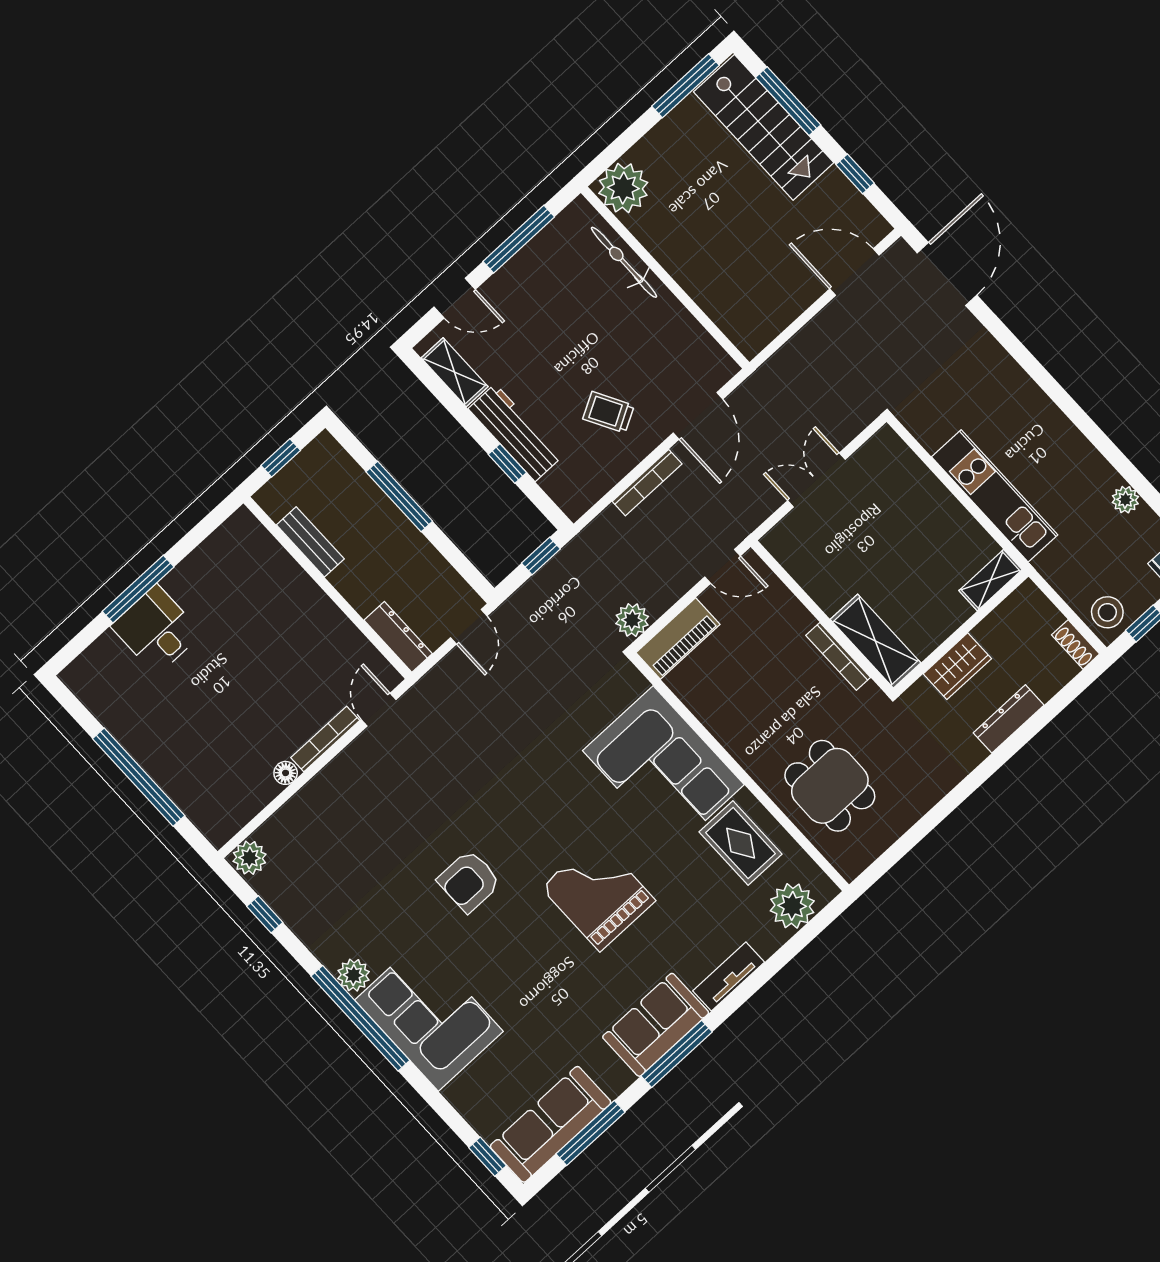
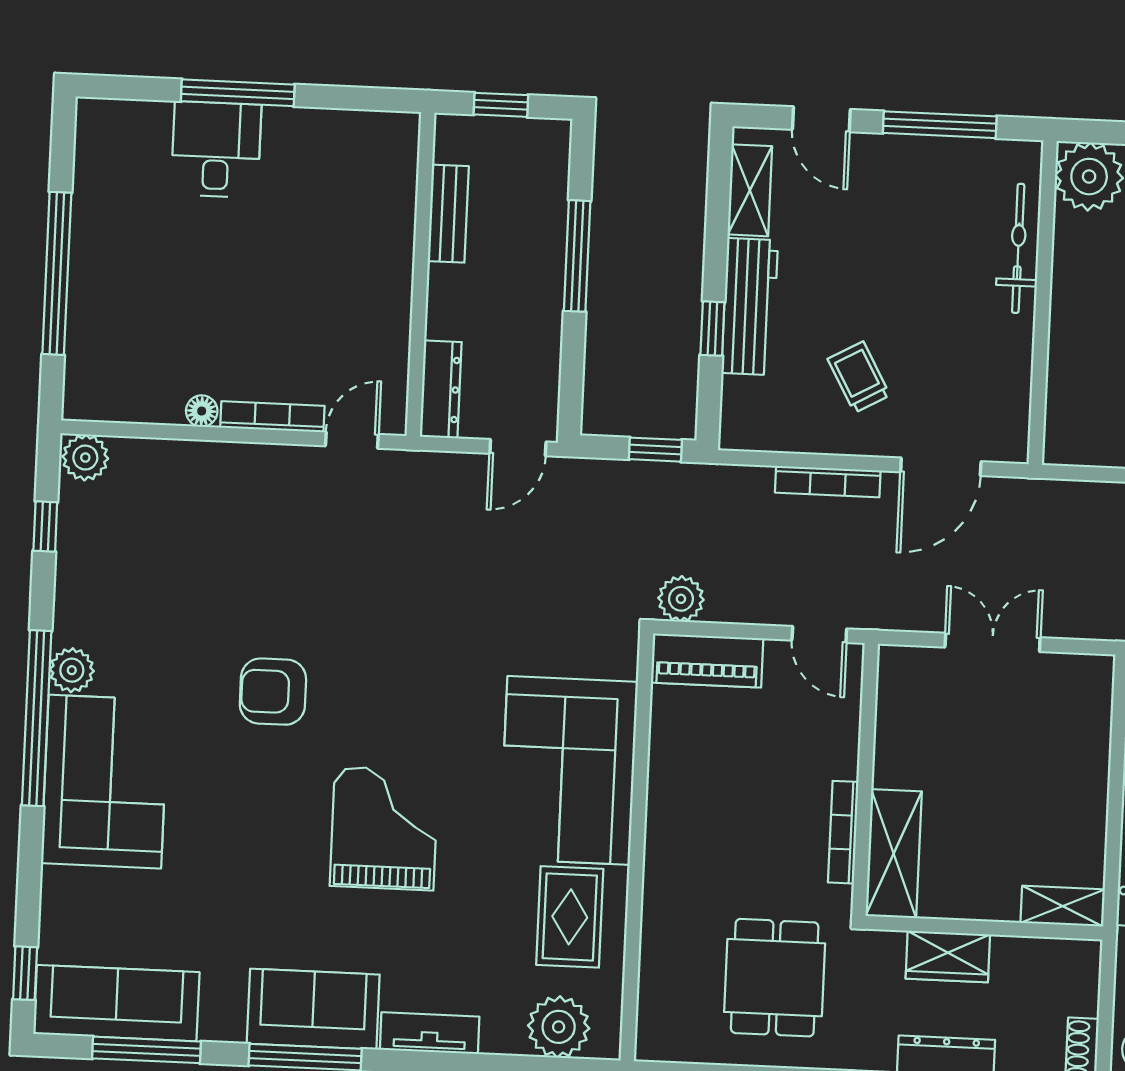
dining table: (830, 786) -> (775, 978), moved

